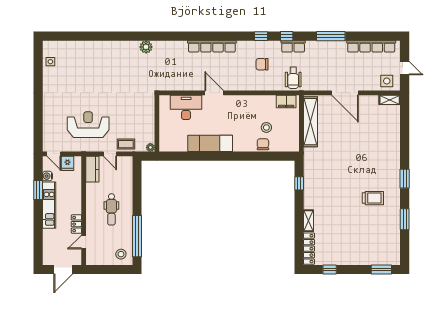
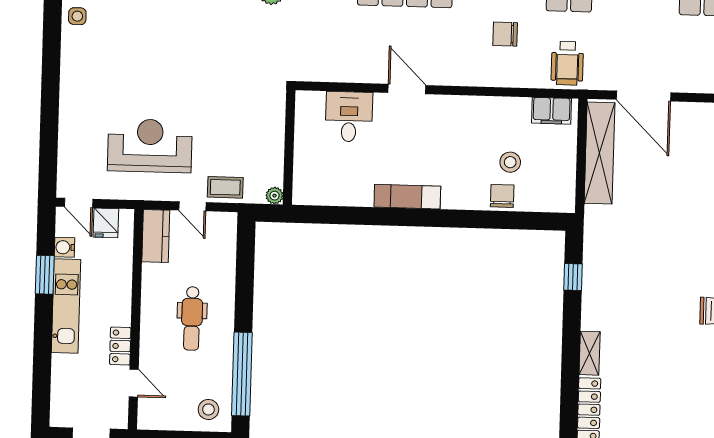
door: (345, 93) -> (644, 96), moved
desk: (186, 107) -> (349, 117), width x0.73
exam couch: (210, 143) -> (407, 197), width x0.73, depth x0.69
door: (84, 242) -> (134, 383), swing flipped

